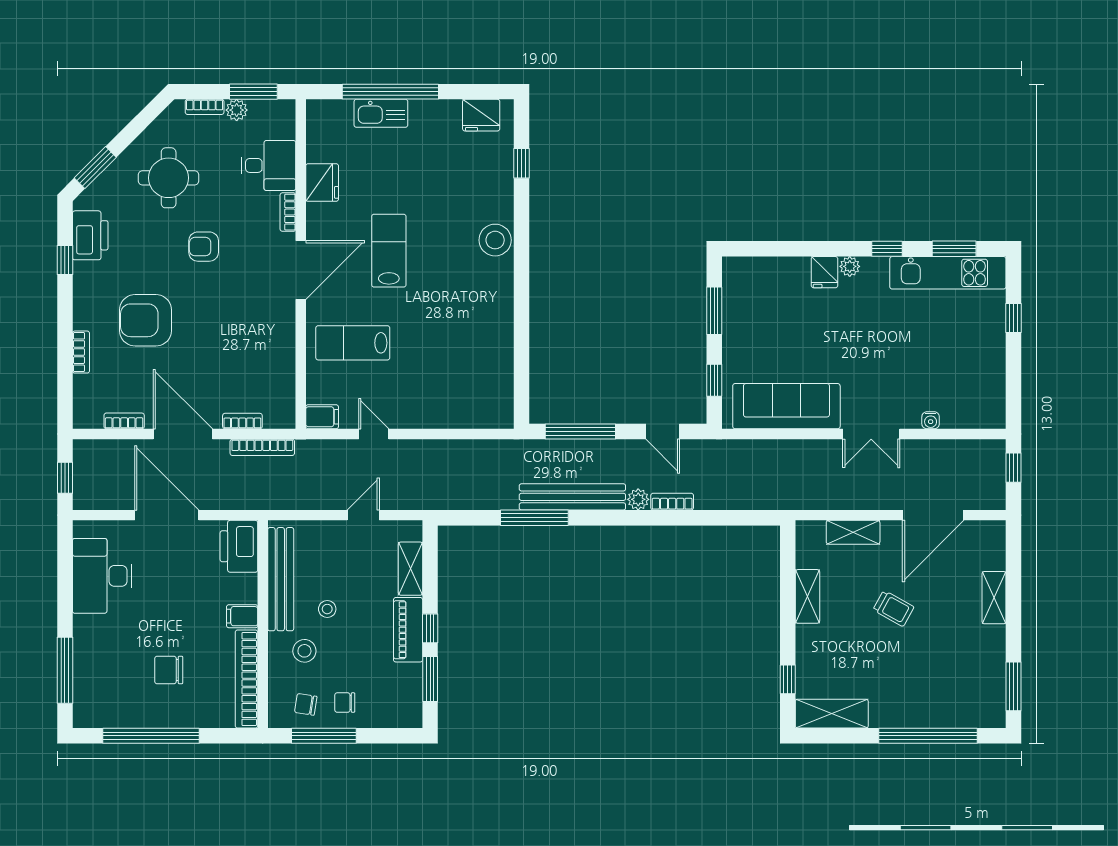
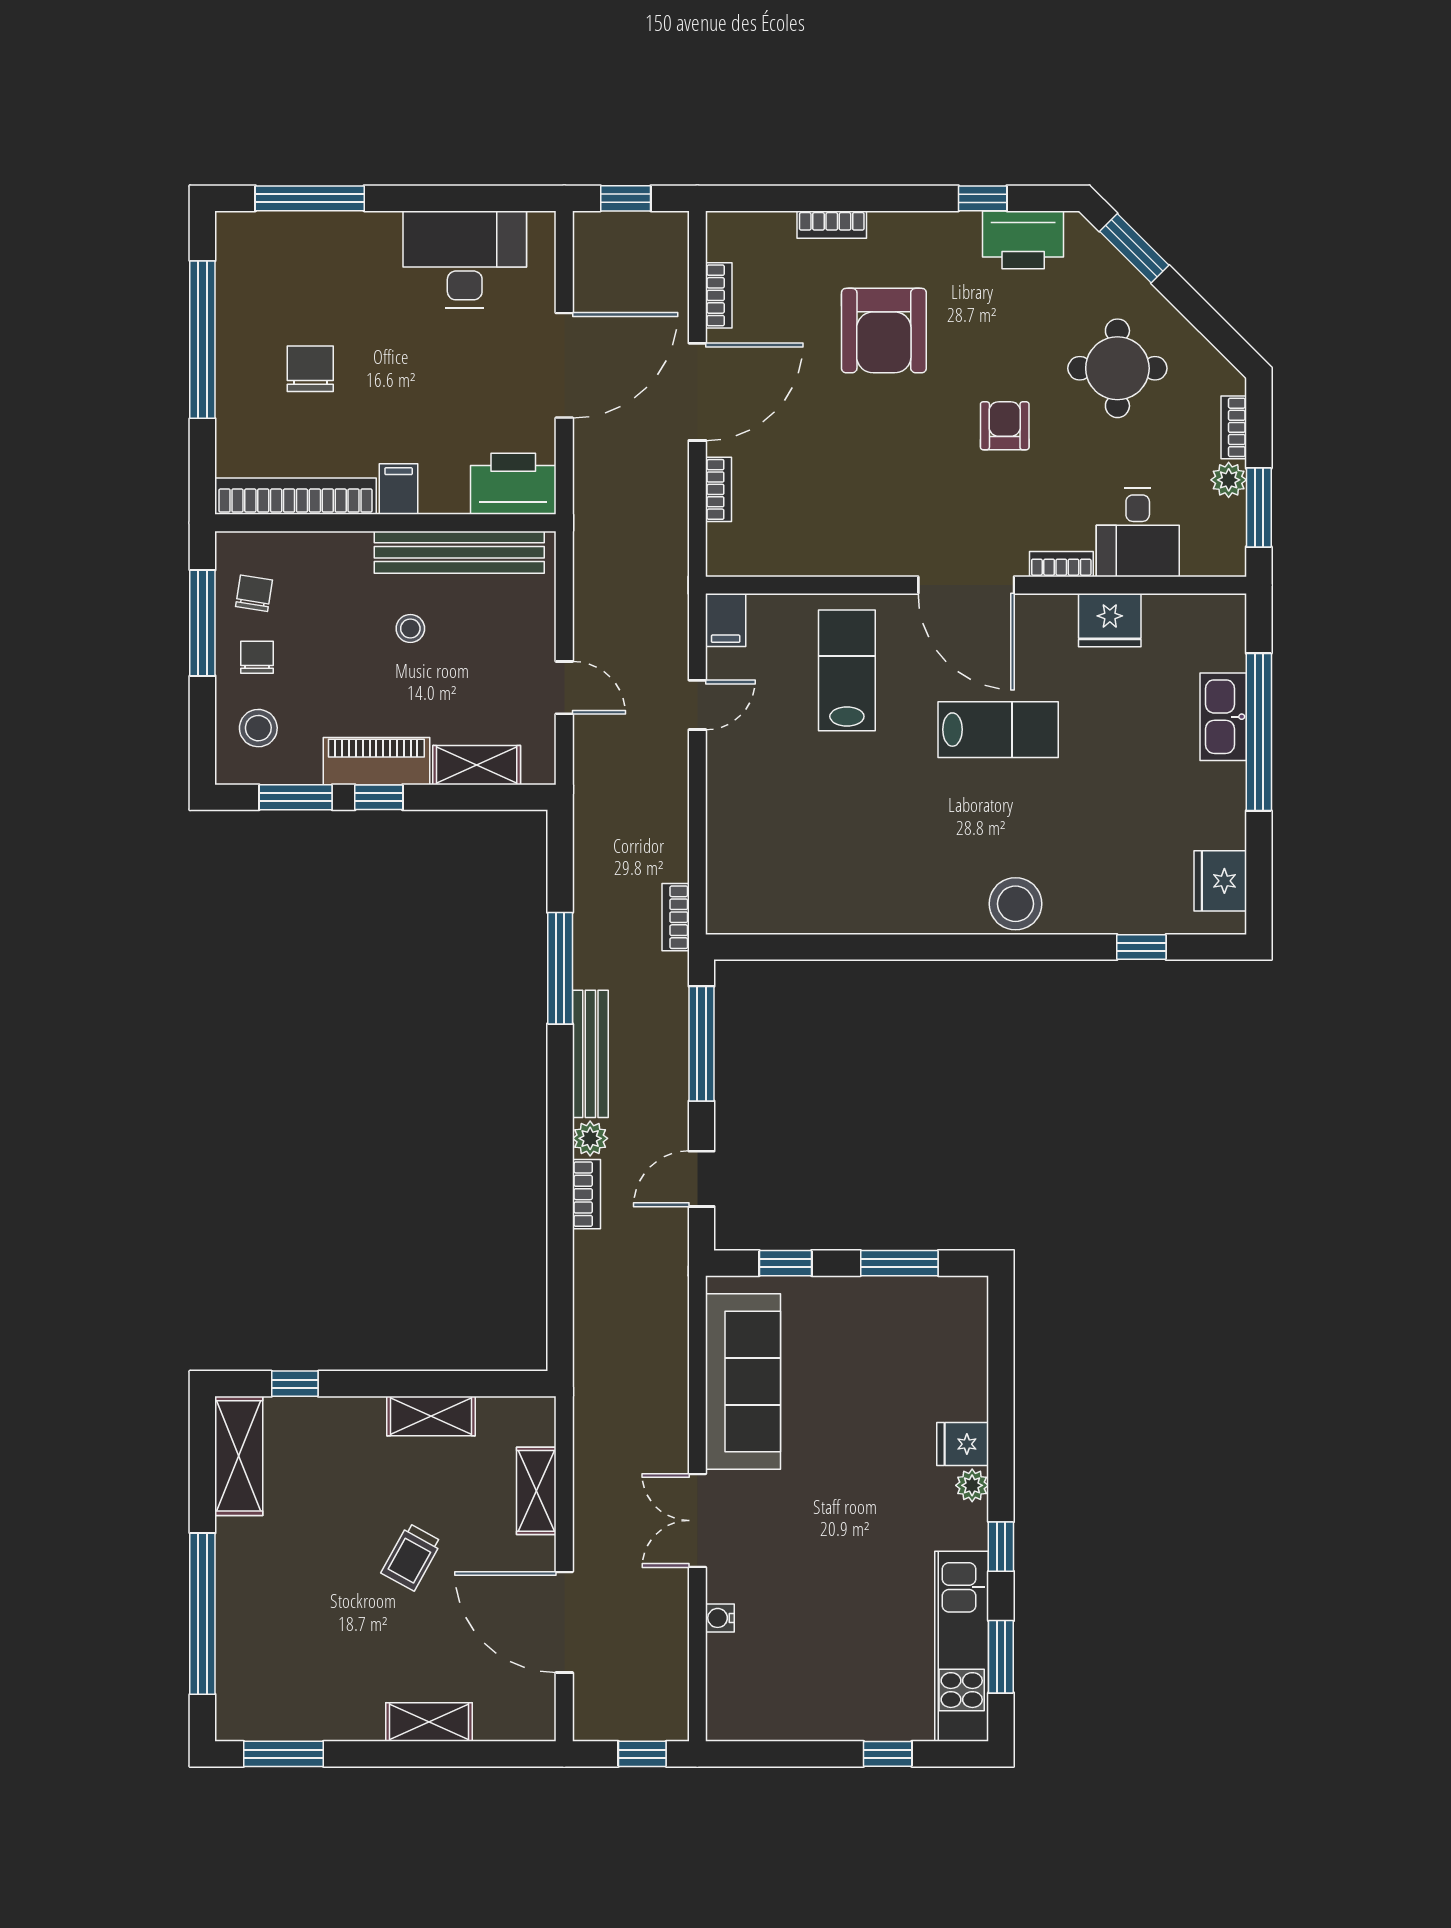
armchair: (146, 320) -> (884, 331), turned 180
bookcase: (262, 447) -> (676, 917), moved, width x0.64
bench: (572, 497) -> (590, 1054), width x0.73, depth x0.82
stool: (304, 651) -> (258, 728), moved

